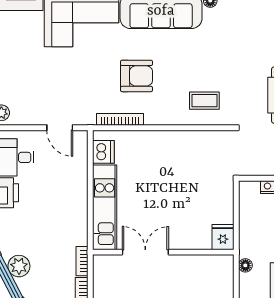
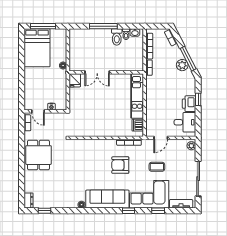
coffee table: (204, 101) -> (157, 167), moved
door: (60, 128) -> (161, 138), swing flipped
double door: (145, 252) -> (97, 72), moved

